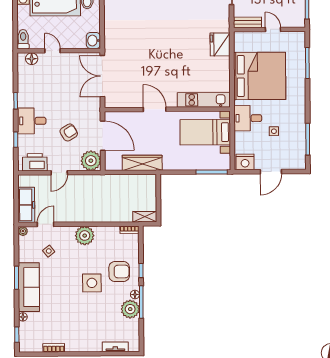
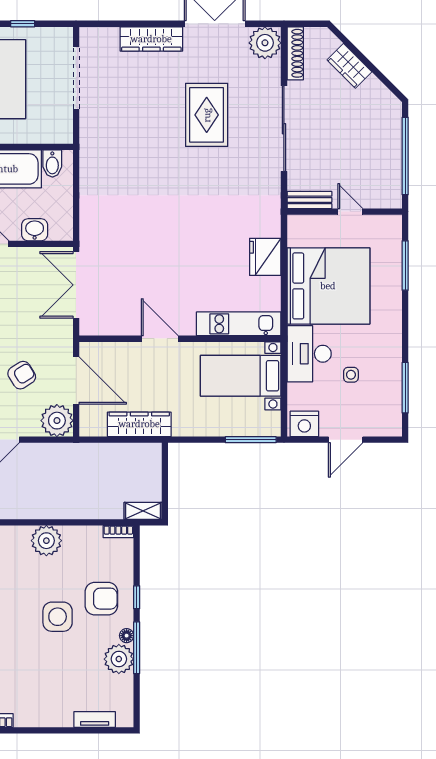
washbasin: (93, 41) -> (35, 230), moved, turned 90
fridge: (220, 44) -> (265, 257), moved
desk: (248, 118) -> (309, 354), width x1.37

